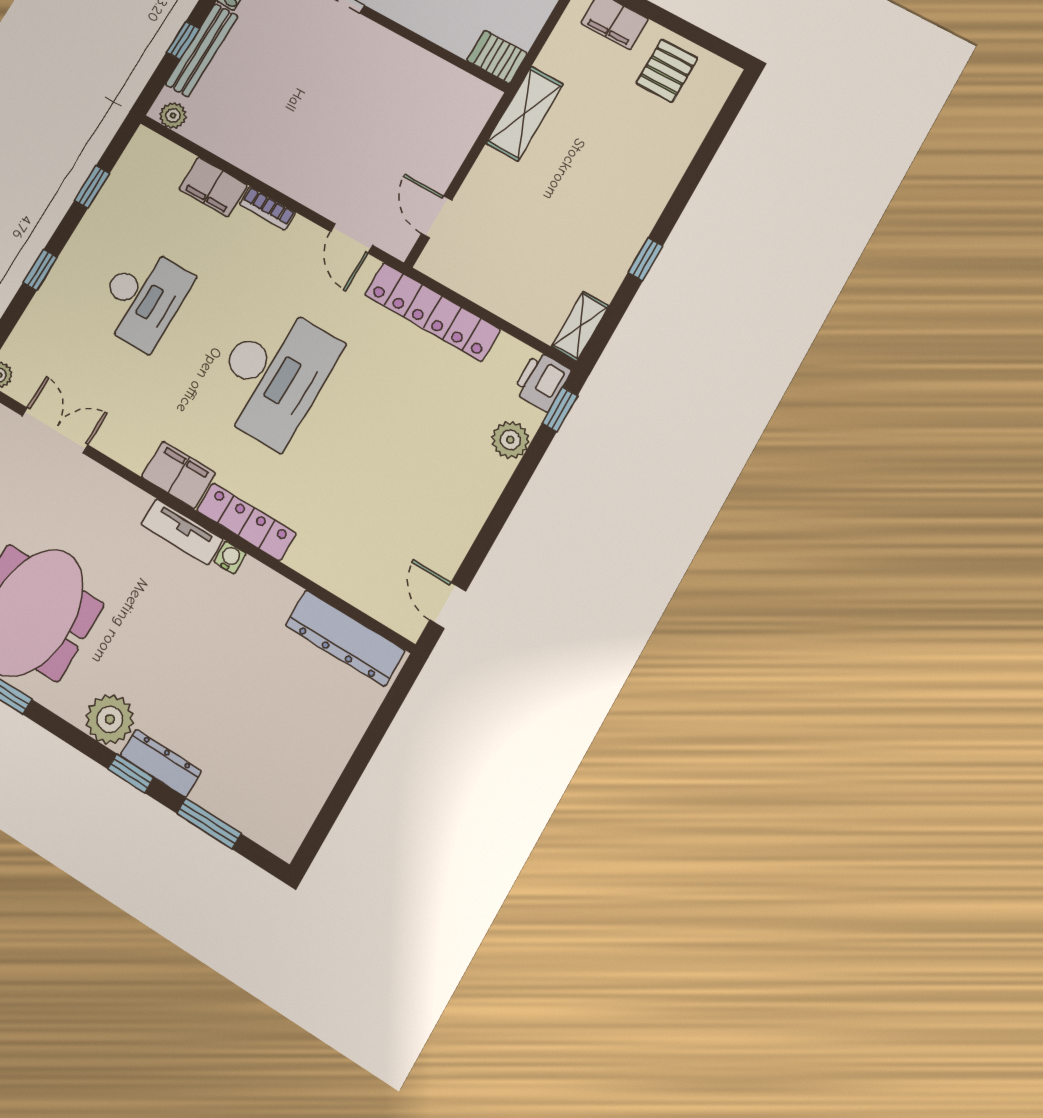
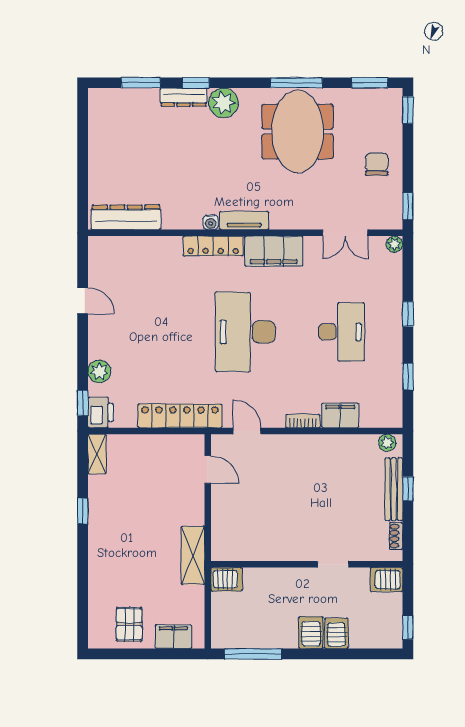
desk: (143, 298) -> (342, 332), turned 180
filing cabinet: (178, 475) -> (274, 251), width x1.50, depth x1.17
door: (448, 606) -> (83, 301), moved

